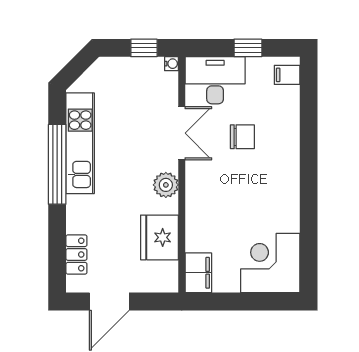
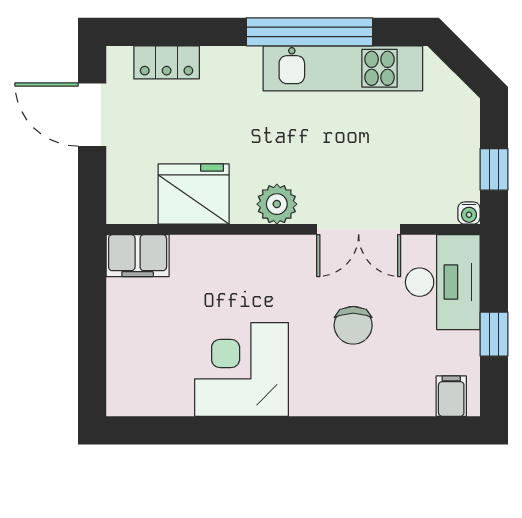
corner desk: (270, 263) -> (242, 369), moved, turned -90

